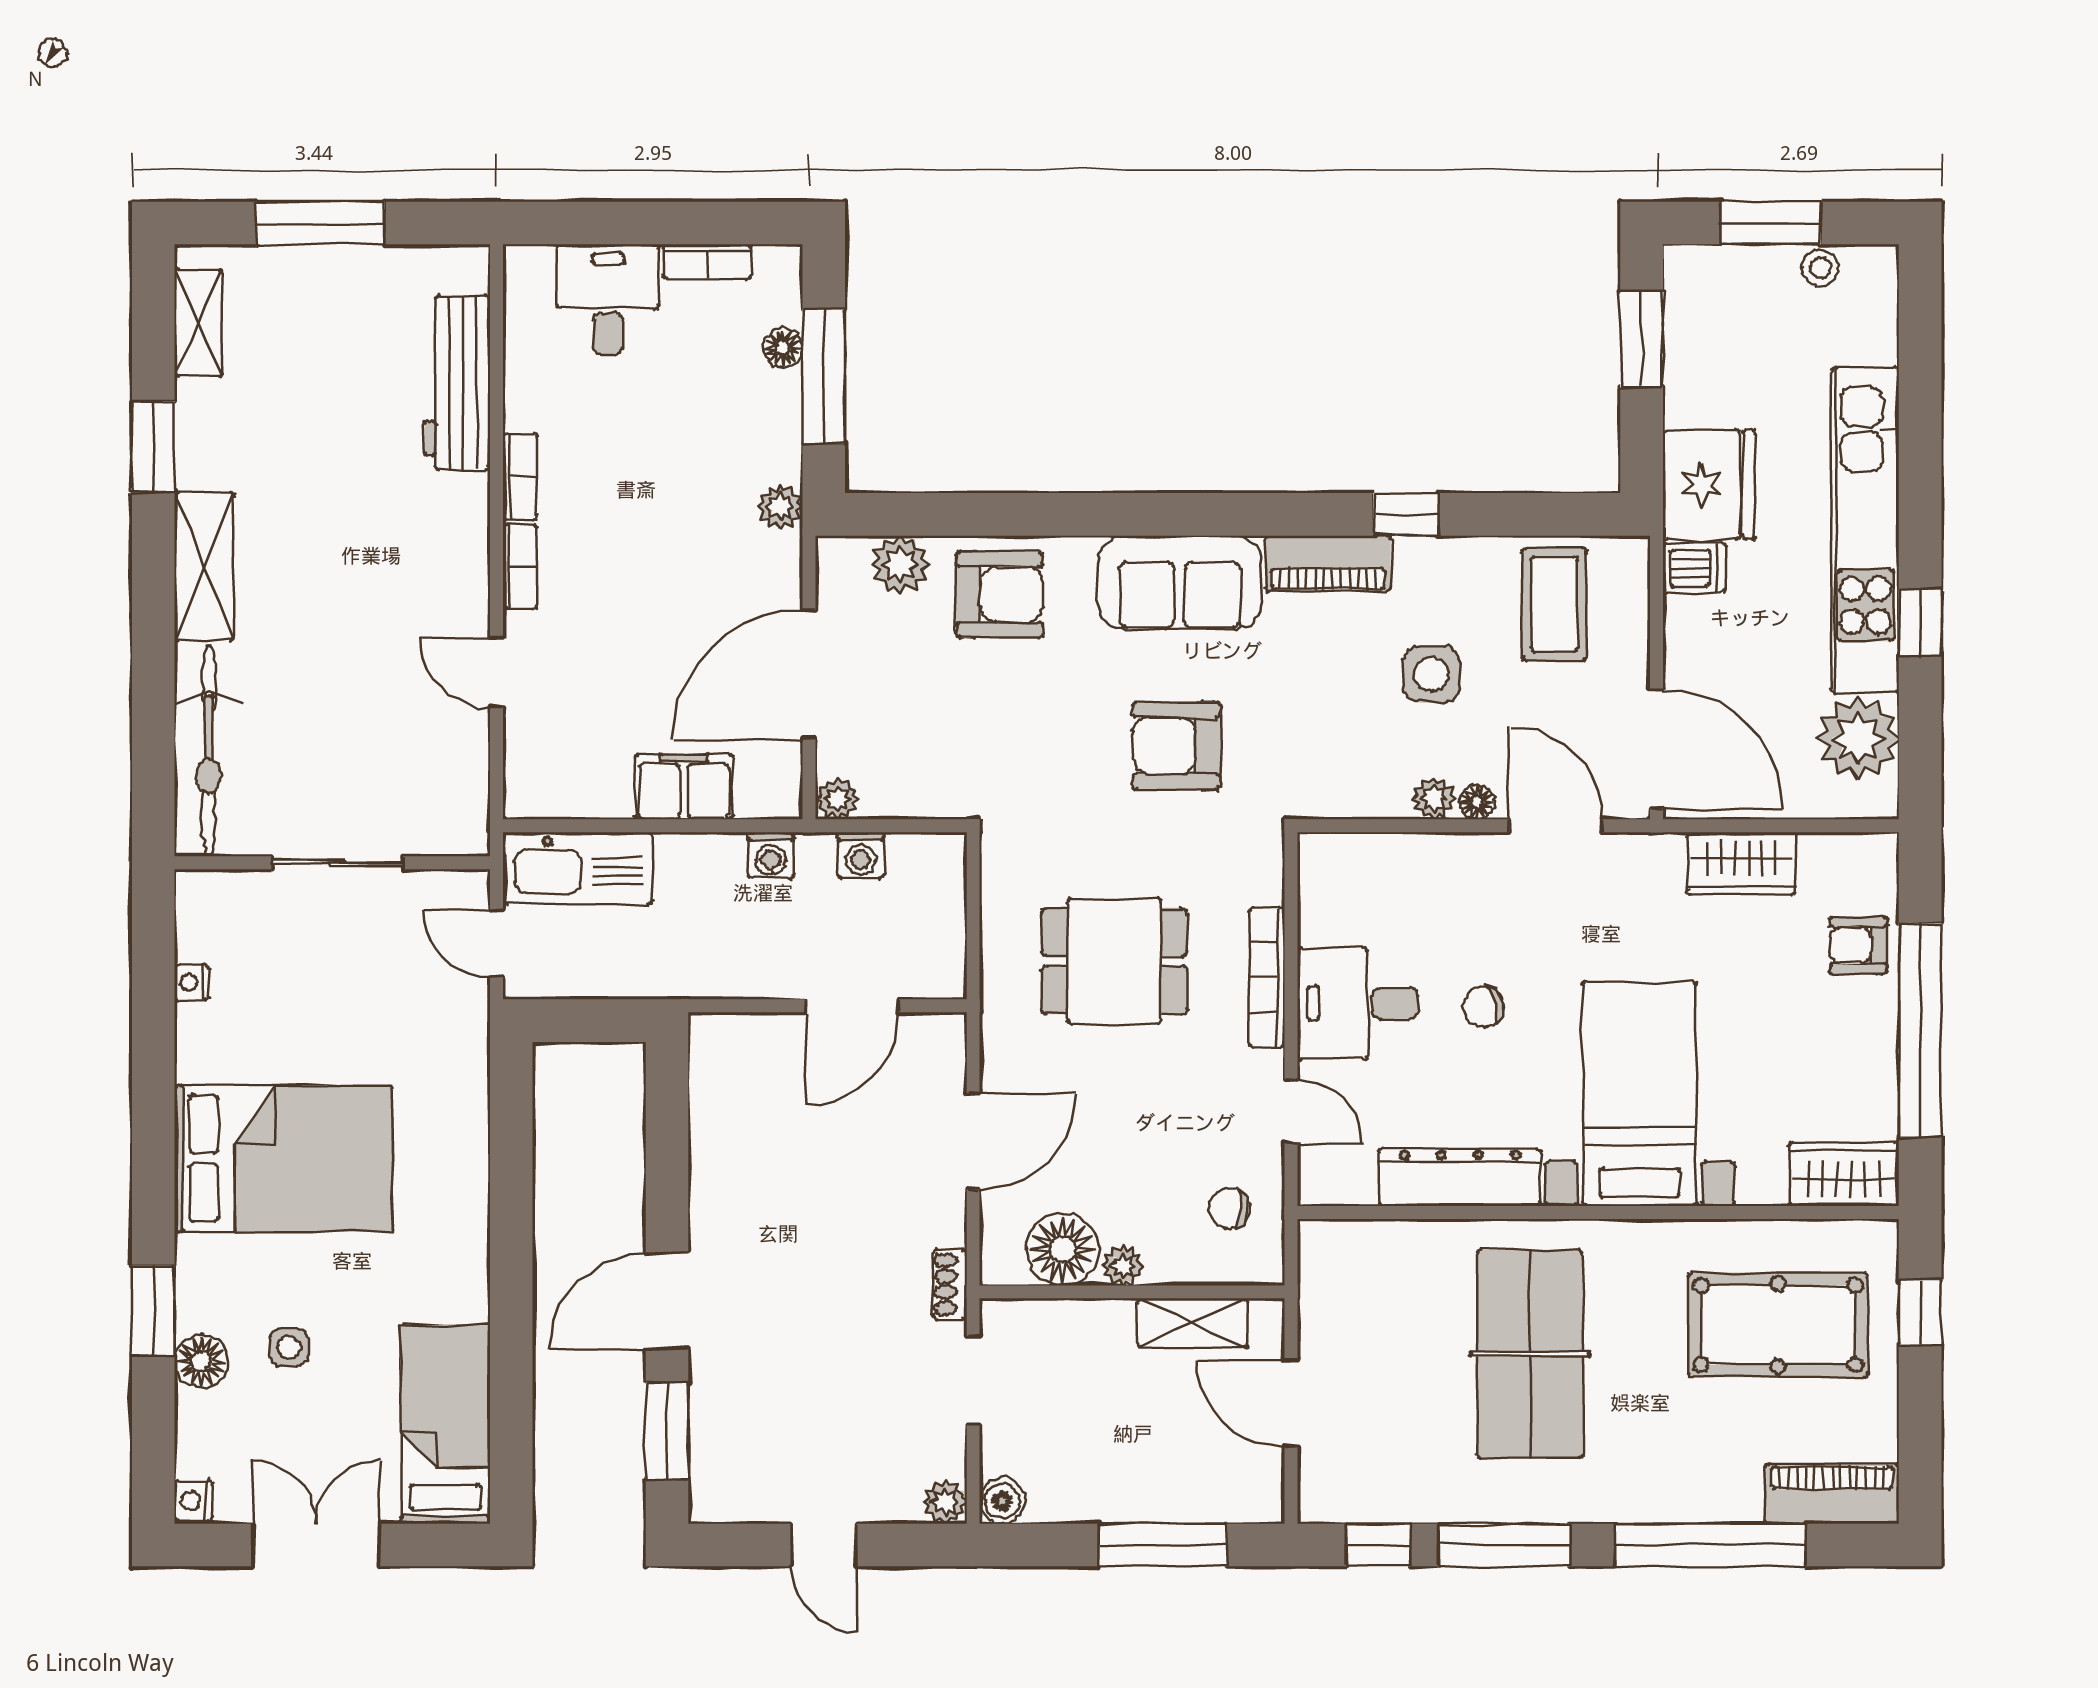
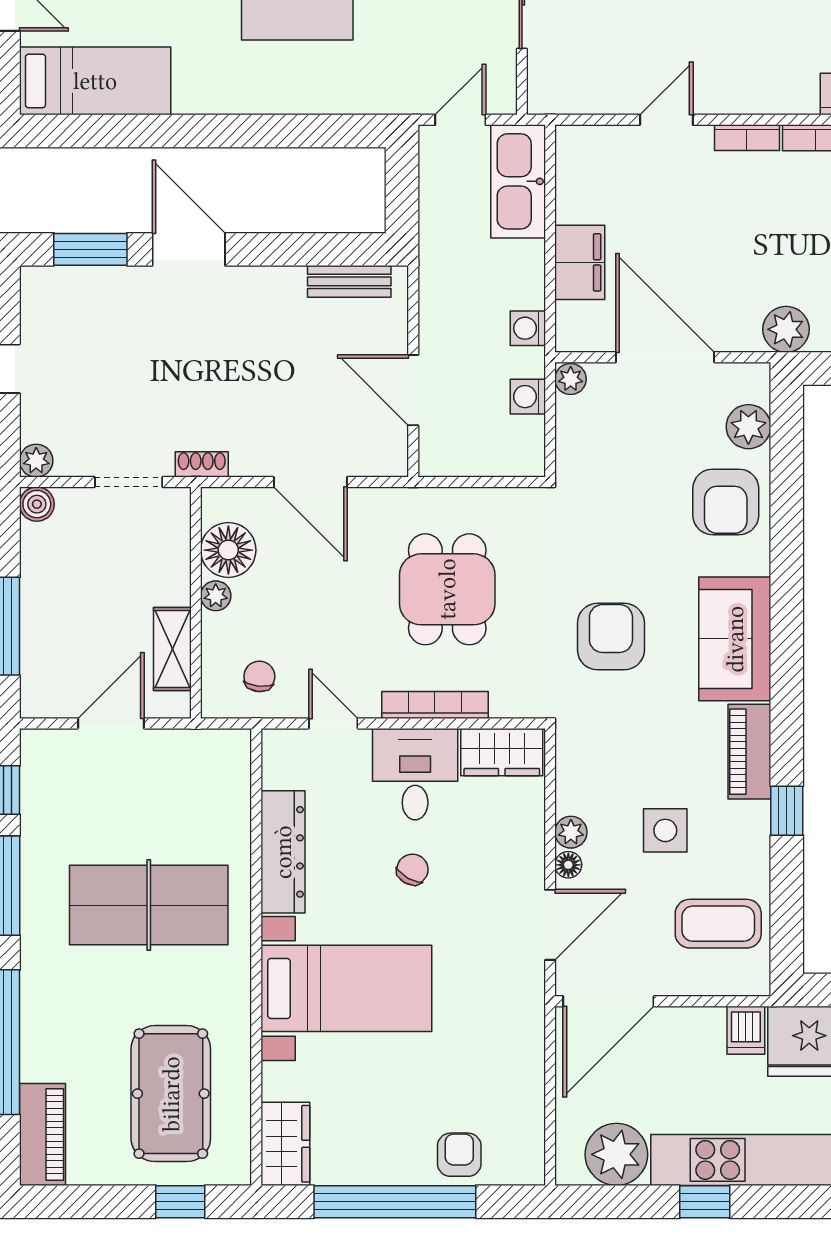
plant: (780, 507) -> (786, 329), width x1.38, depth x1.38
wardrobe: (1741, 863) -> (502, 752), moved, turned -90
chair: (1483, 1007) -> (412, 869), turned 44
bench: (709, 1090) -> (349, 281), added
door: (1291, 1111) -> (333, 724), swing flipped

